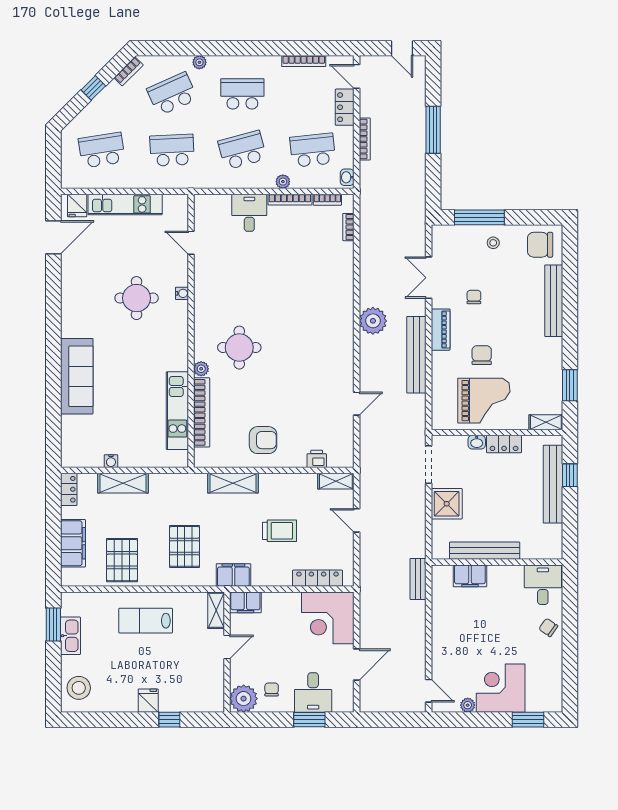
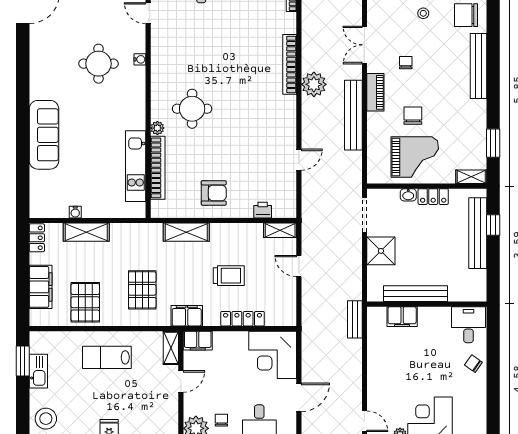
bookcase: (346, 299) -> (290, 64), added
locker: (317, 578) -> (243, 319), moved

